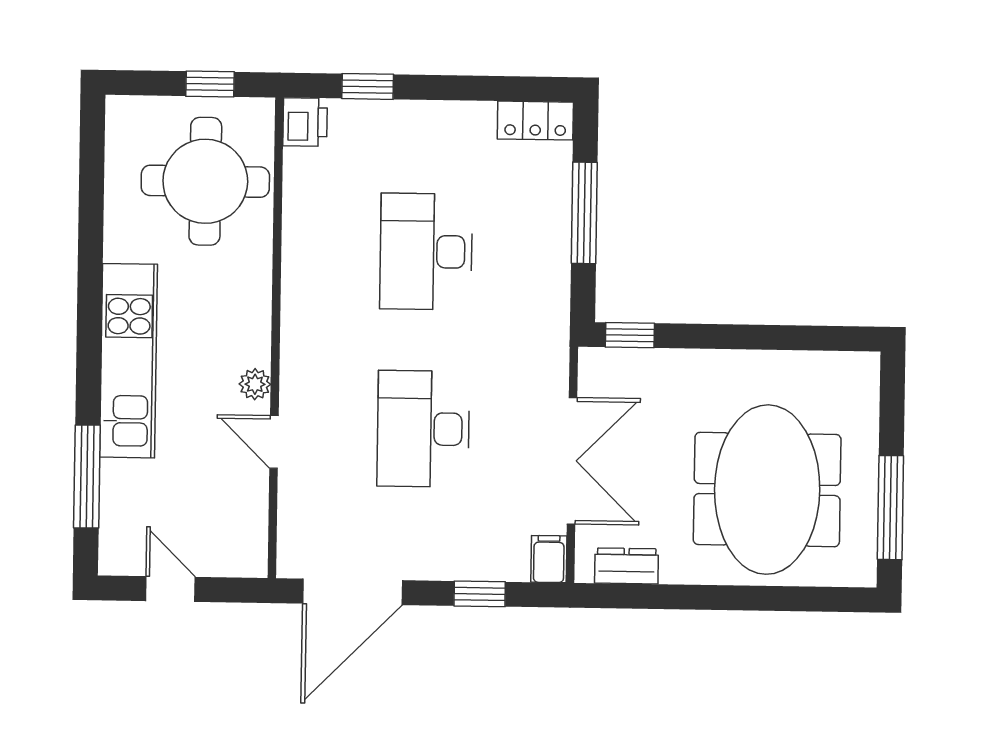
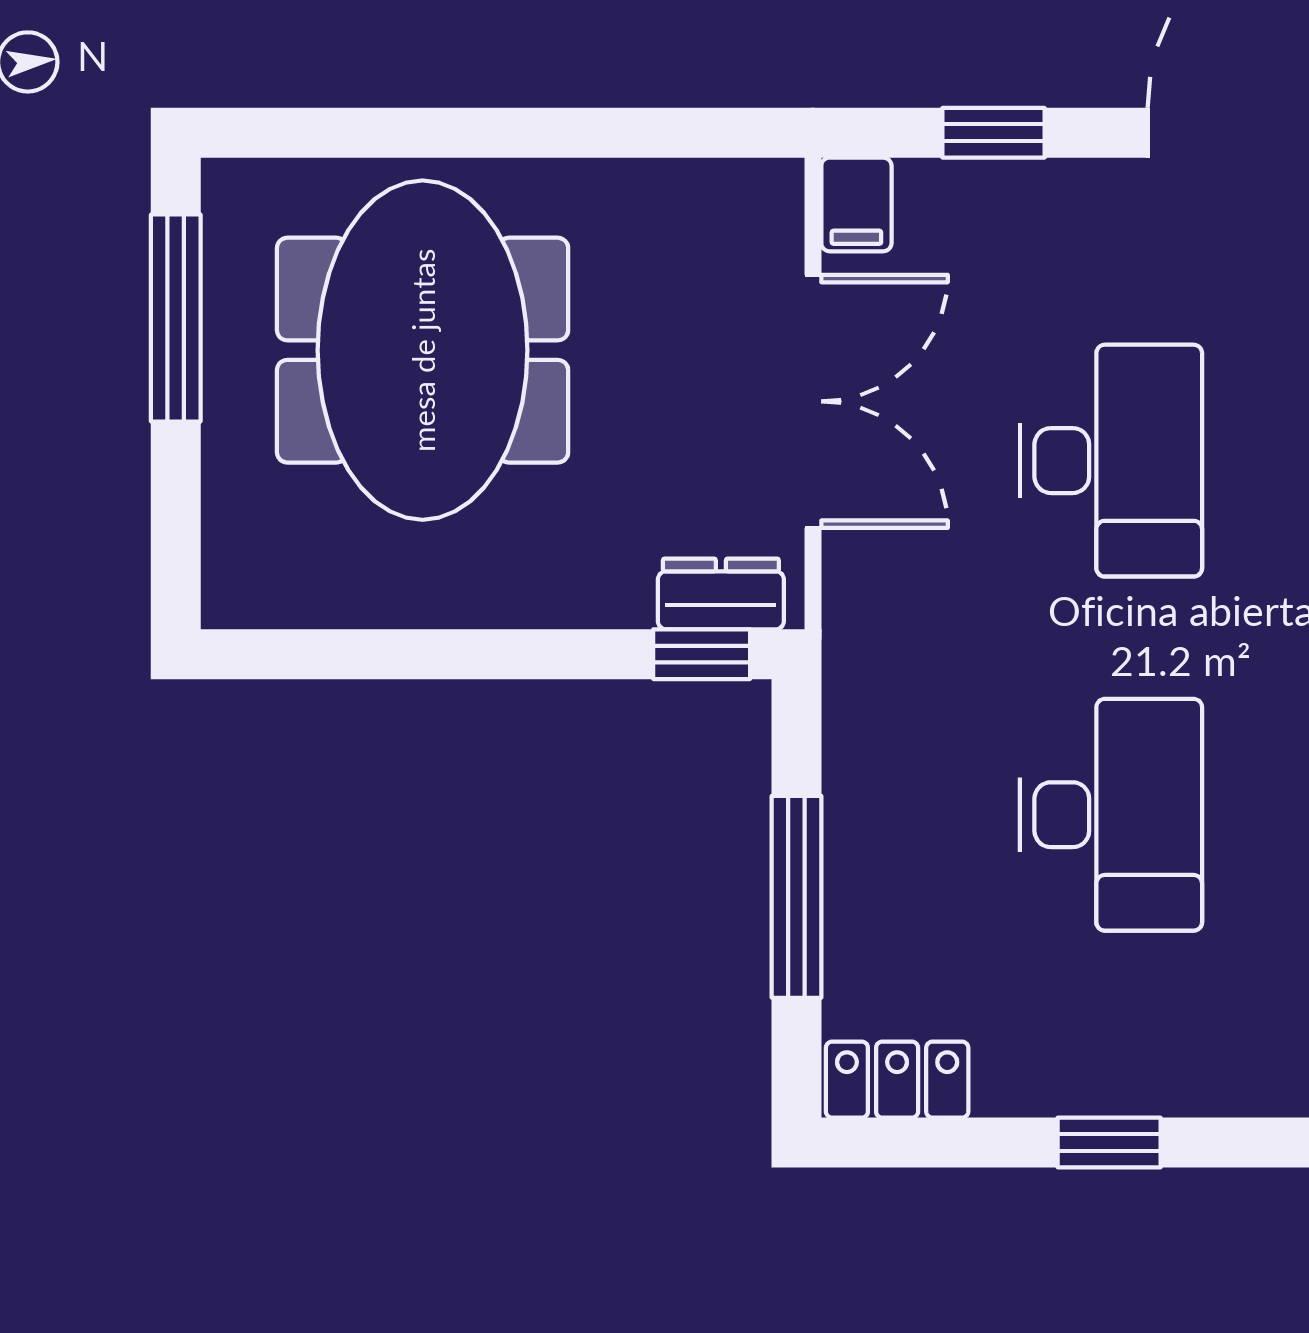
window: (368, 86) -> (1109, 1143), moved
double door: (572, 461) -> (813, 401), swing flipped
dresser: (627, 566) -> (721, 594), moved, turned 180

